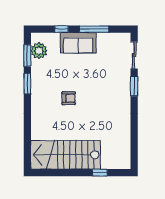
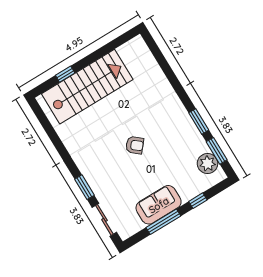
sofa: (78, 43) -> (159, 205), moved
armchair: (69, 98) -> (135, 145), moved, turned -140
stairs: (66, 155) -> (87, 87), moved

